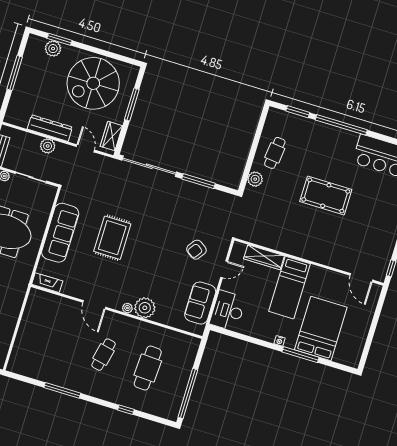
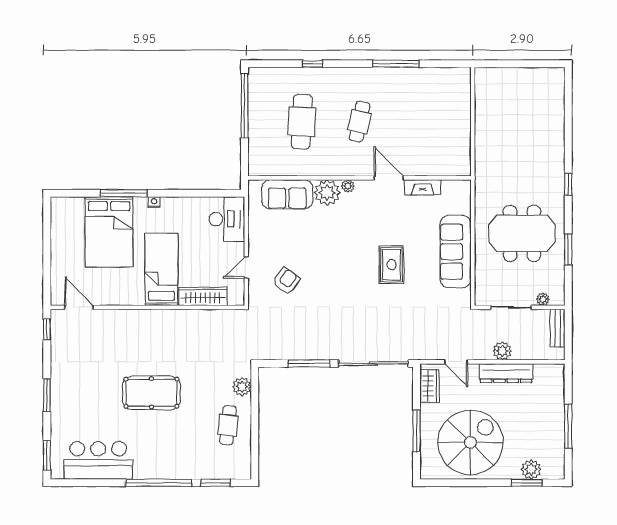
rug: (112, 238) -> (391, 265), width x0.73, depth x0.70
fireplace: (47, 283) -> (423, 187), moved
sofa: (200, 303) -> (287, 194), moved, turned 90

